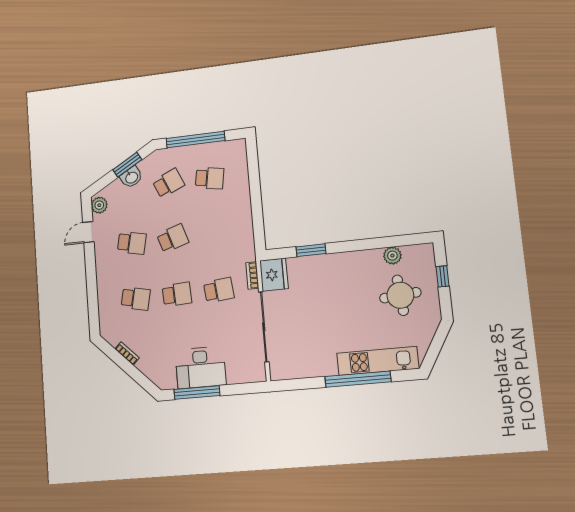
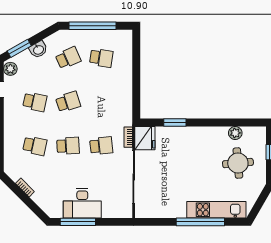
window: (127, 165) -> (19, 48), moved

